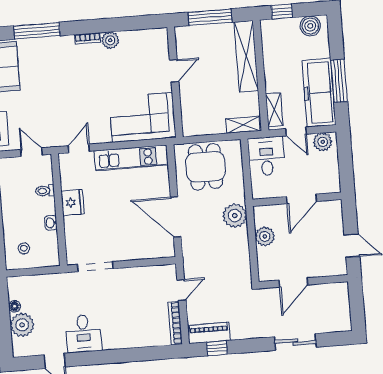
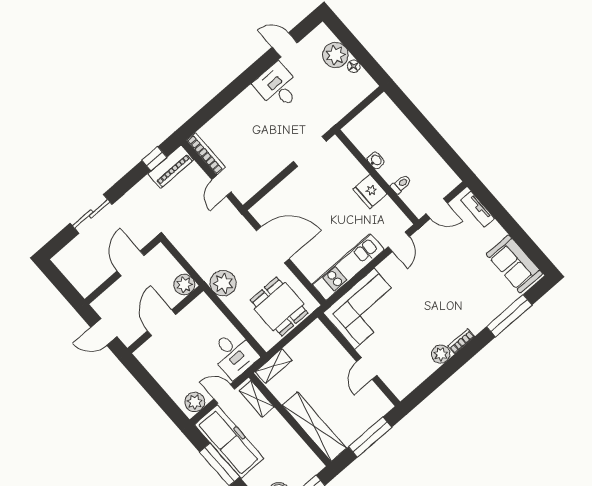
wall: (297, 199) -> (165, 319), moved
door: (302, 199) -> (162, 323), moved
stool: (24, 248) -> (382, 122), removed

